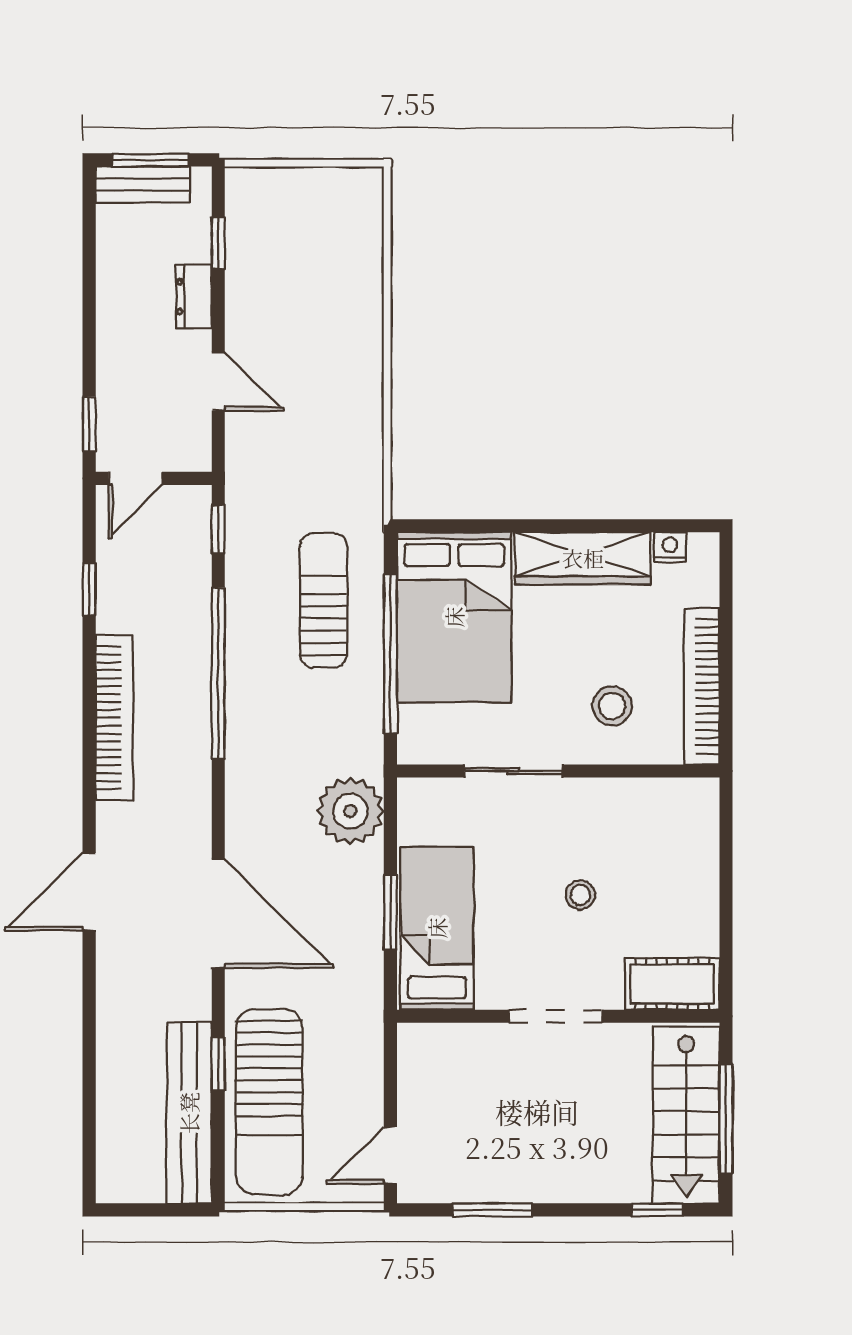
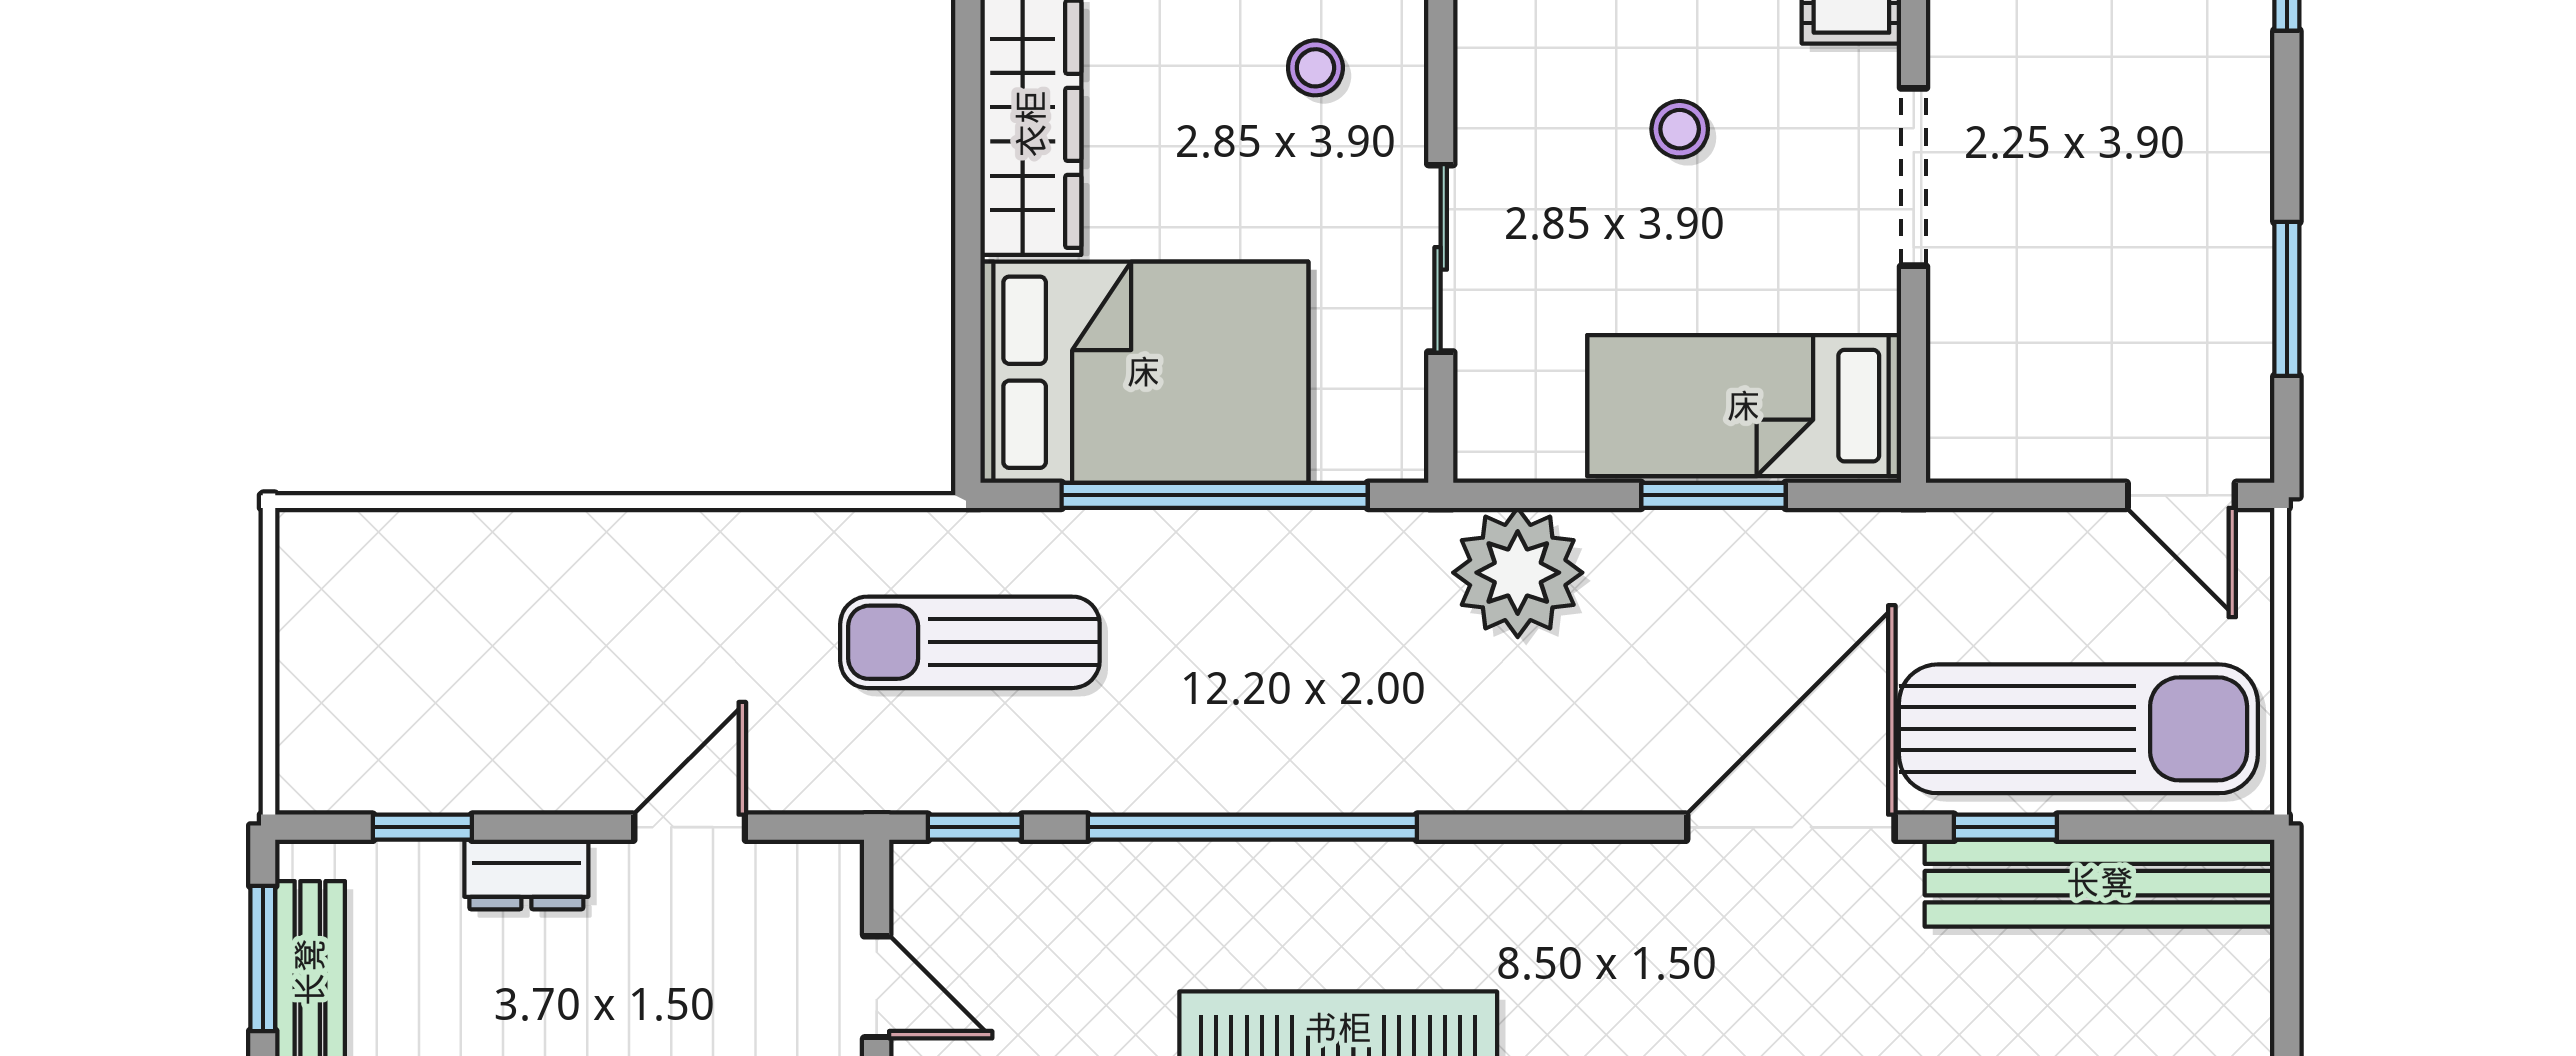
sun lounger: (324, 600) -> (970, 642), moved
stool: (612, 706) -> (1315, 68), width x0.73, depth x0.73
door: (218, 914) -> (1791, 827), moved

